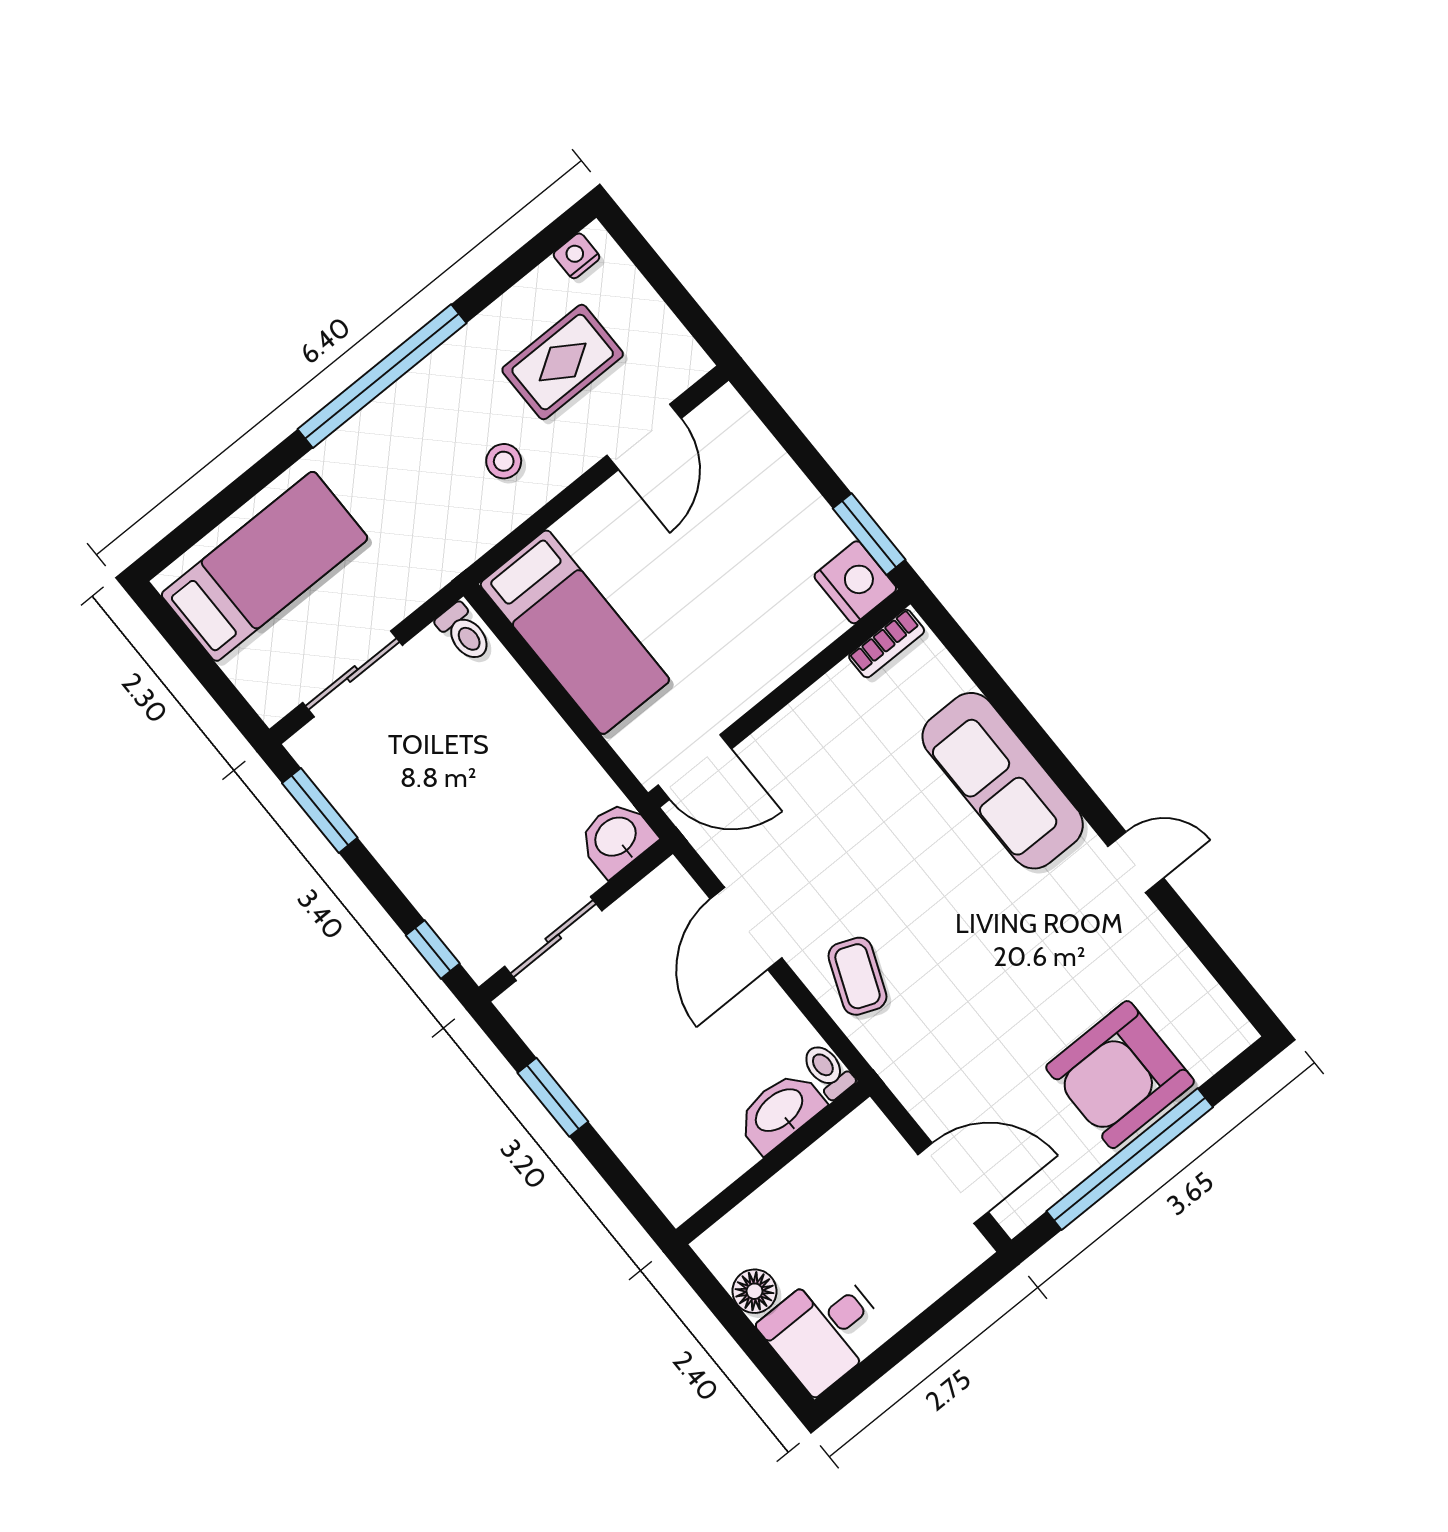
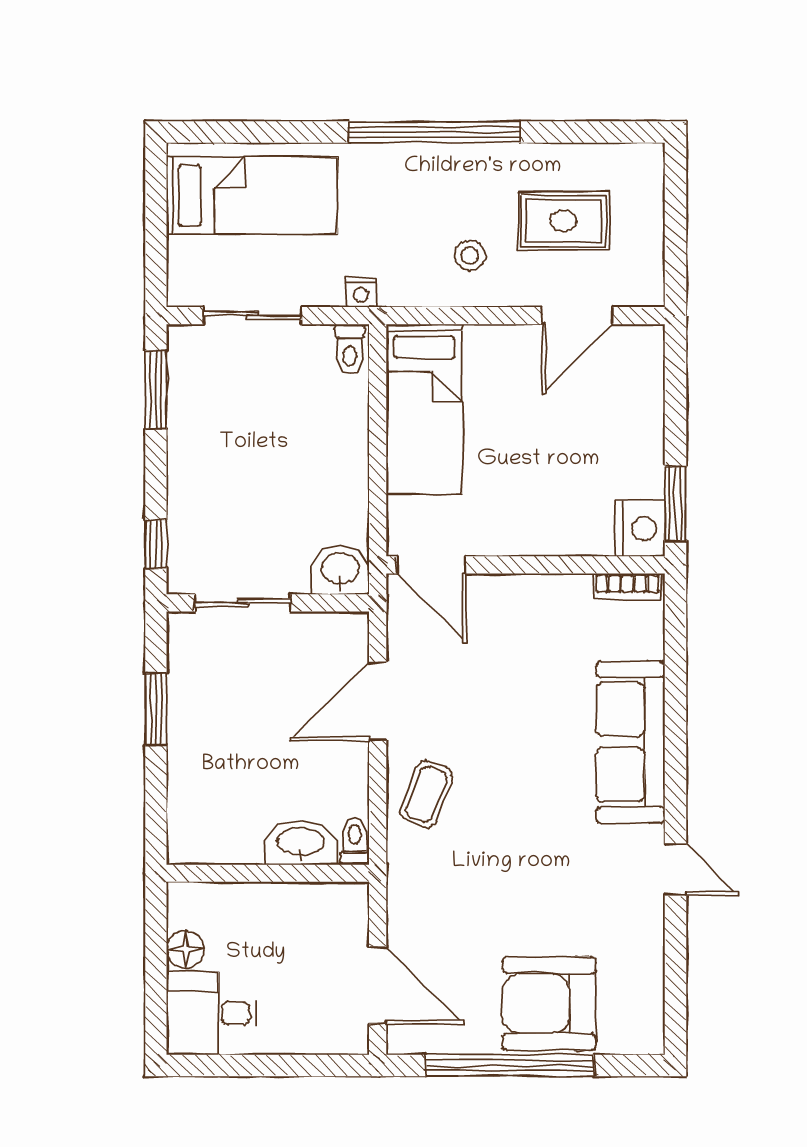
nightstand: (577, 256) -> (361, 292), moved, turned 180

